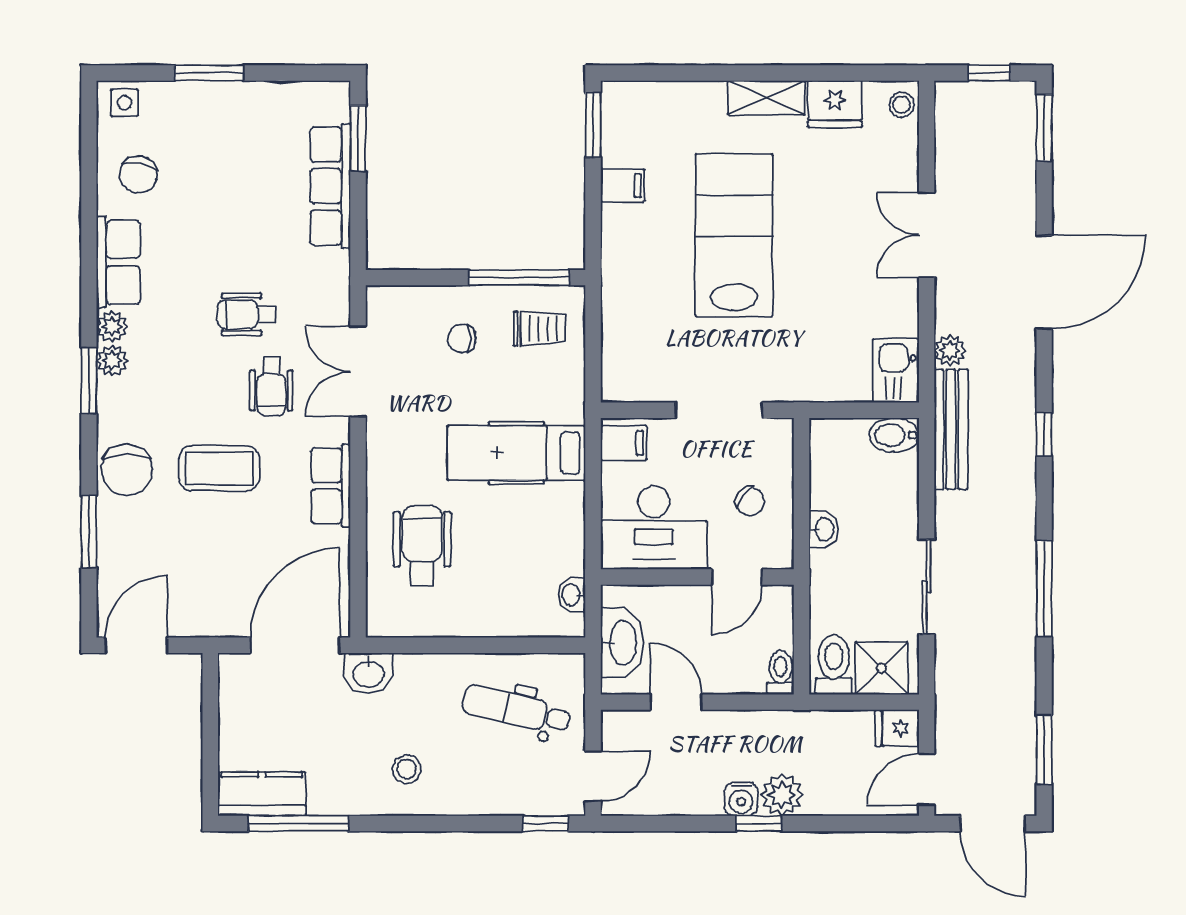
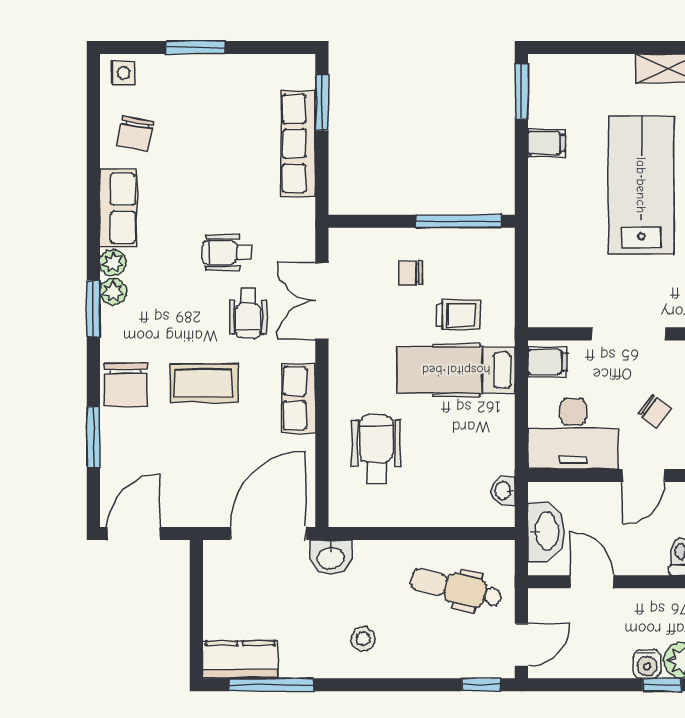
trolley: (540, 329) -> (458, 315), moved

